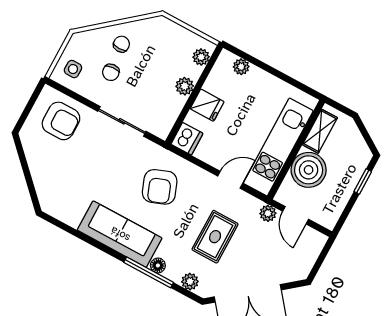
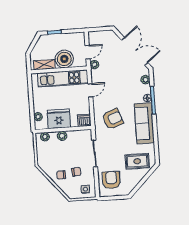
fridge: (207, 105) -> (59, 119), width x1.88, depth x1.34
door: (230, 180) -> (90, 90), swing flipped
rug: (215, 237) -> (137, 161), moved

